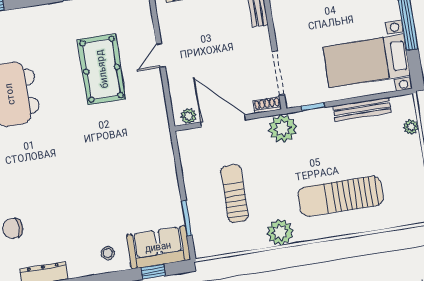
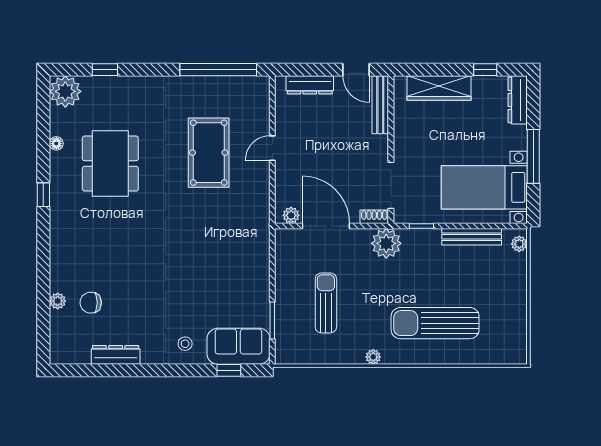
plant: (411, 127) -> (519, 244), moved
plant: (280, 232) -> (373, 357), width x0.53, depth x0.53

